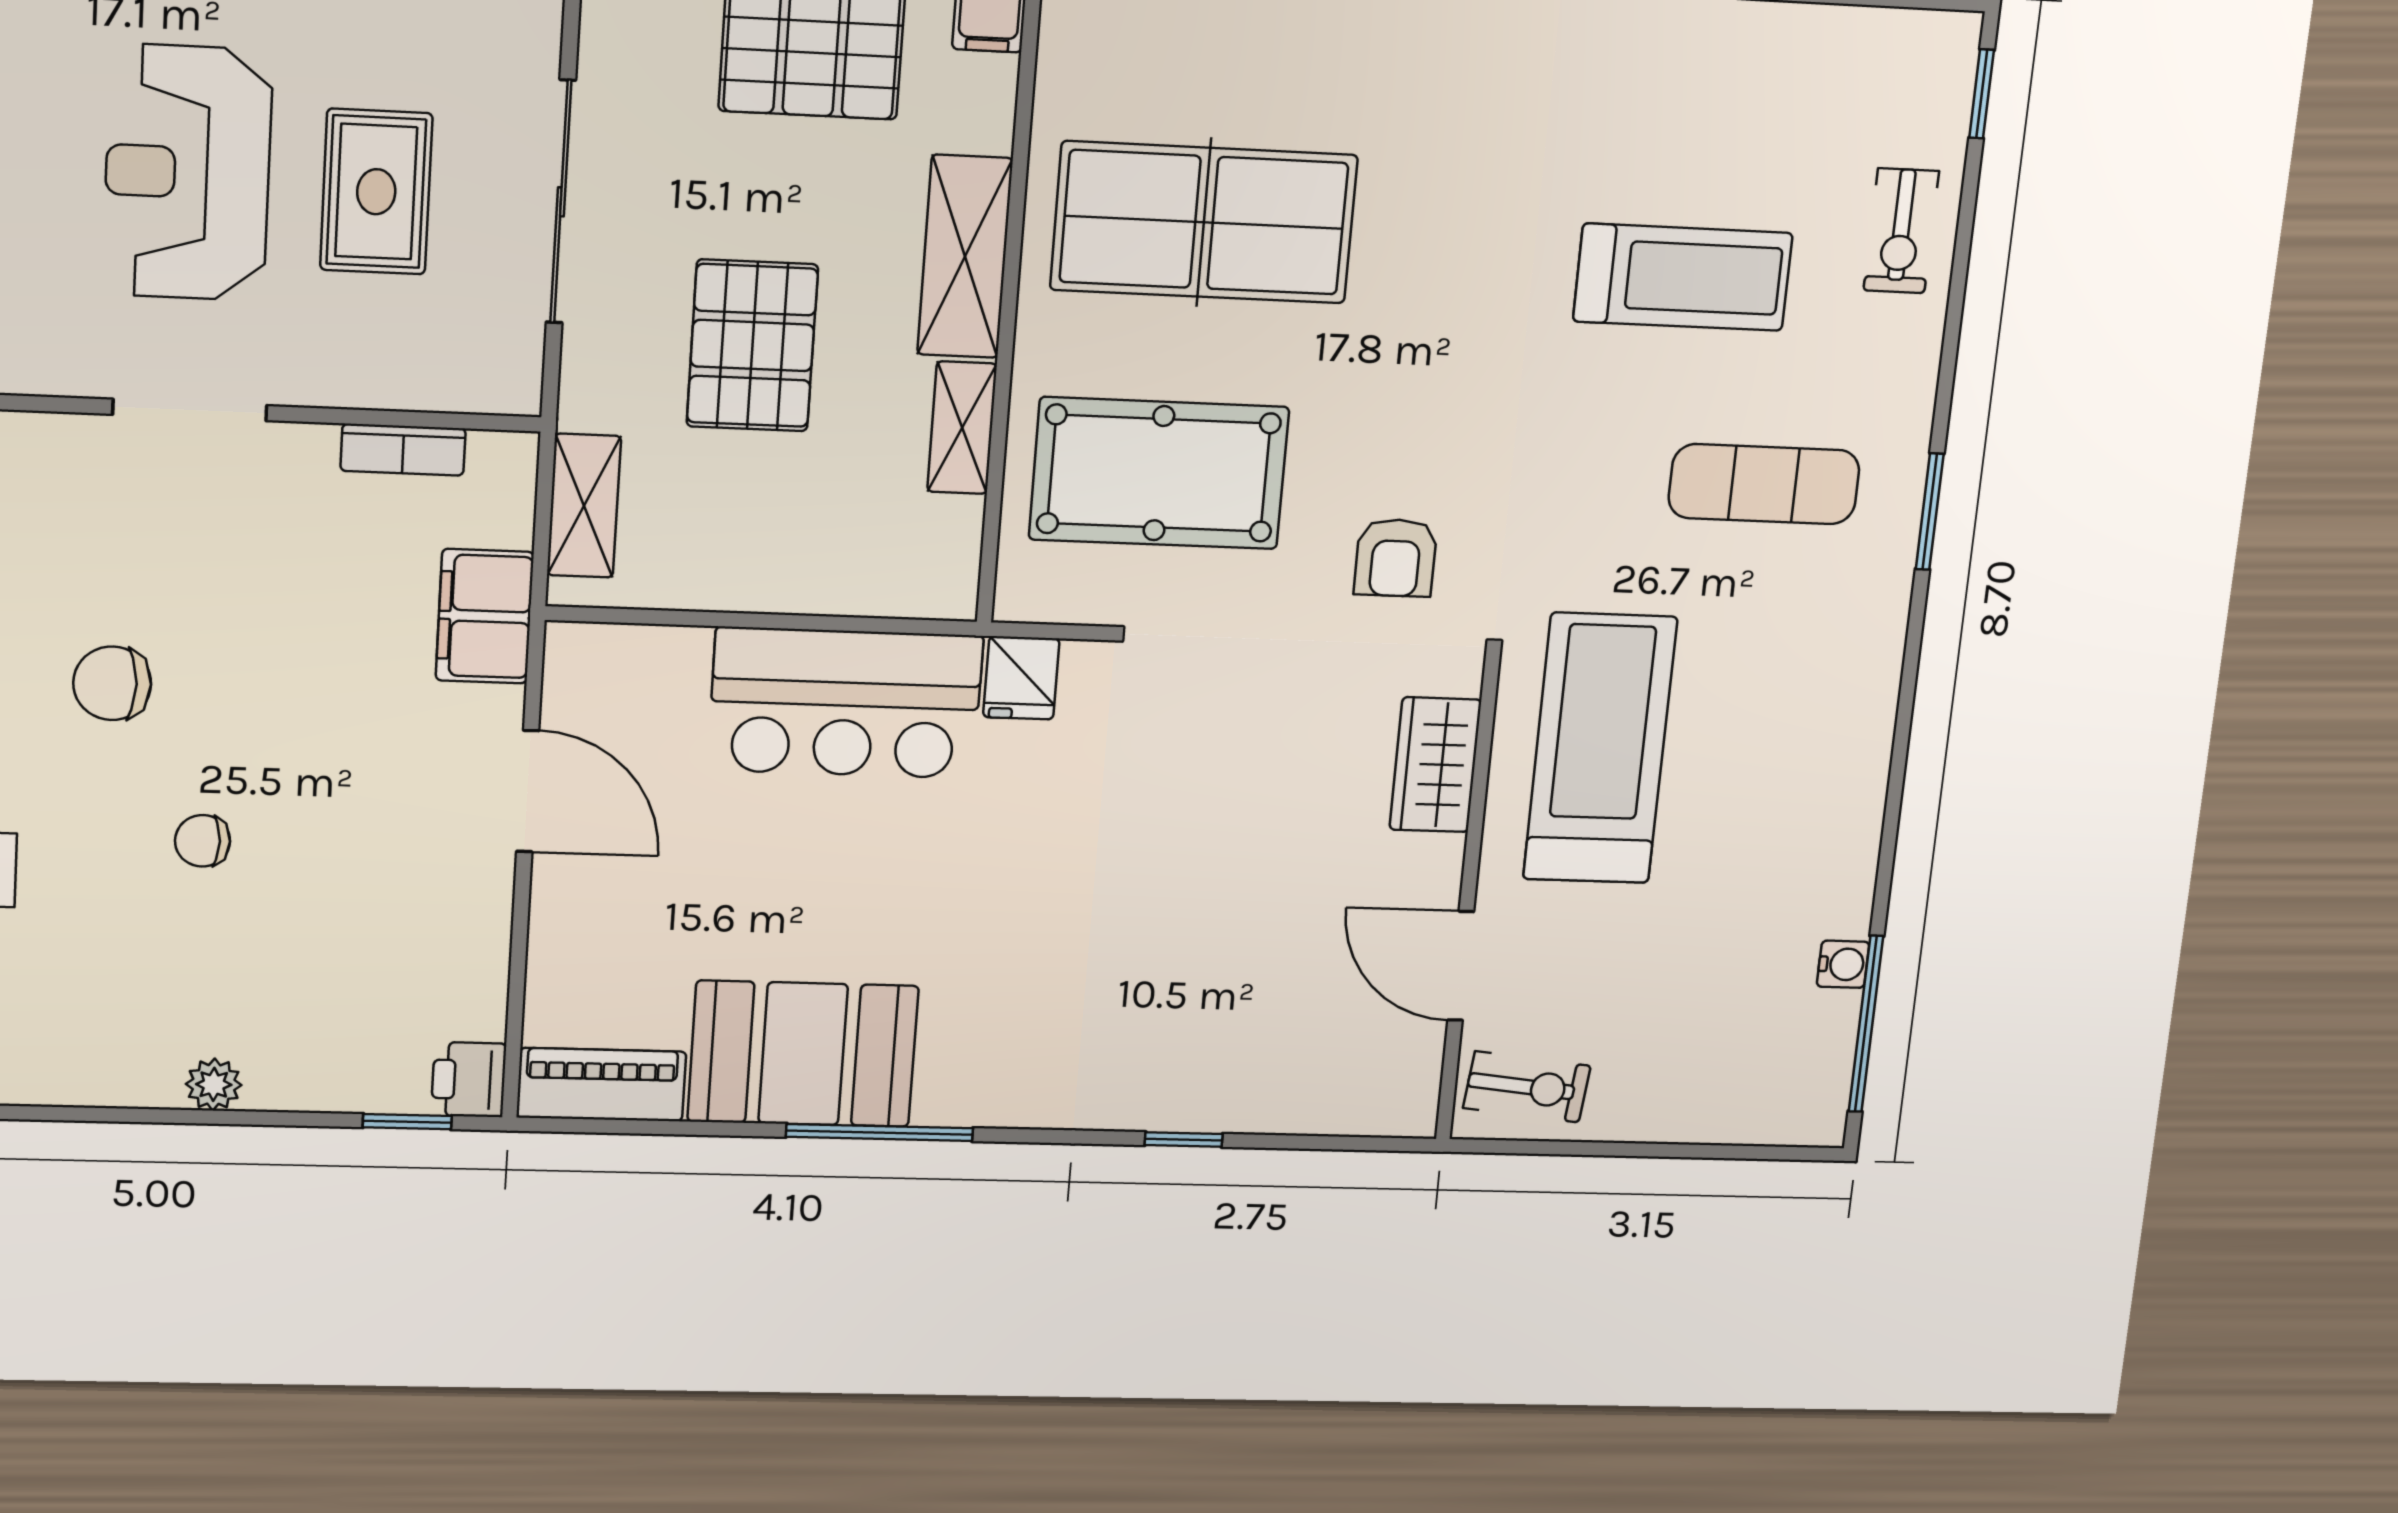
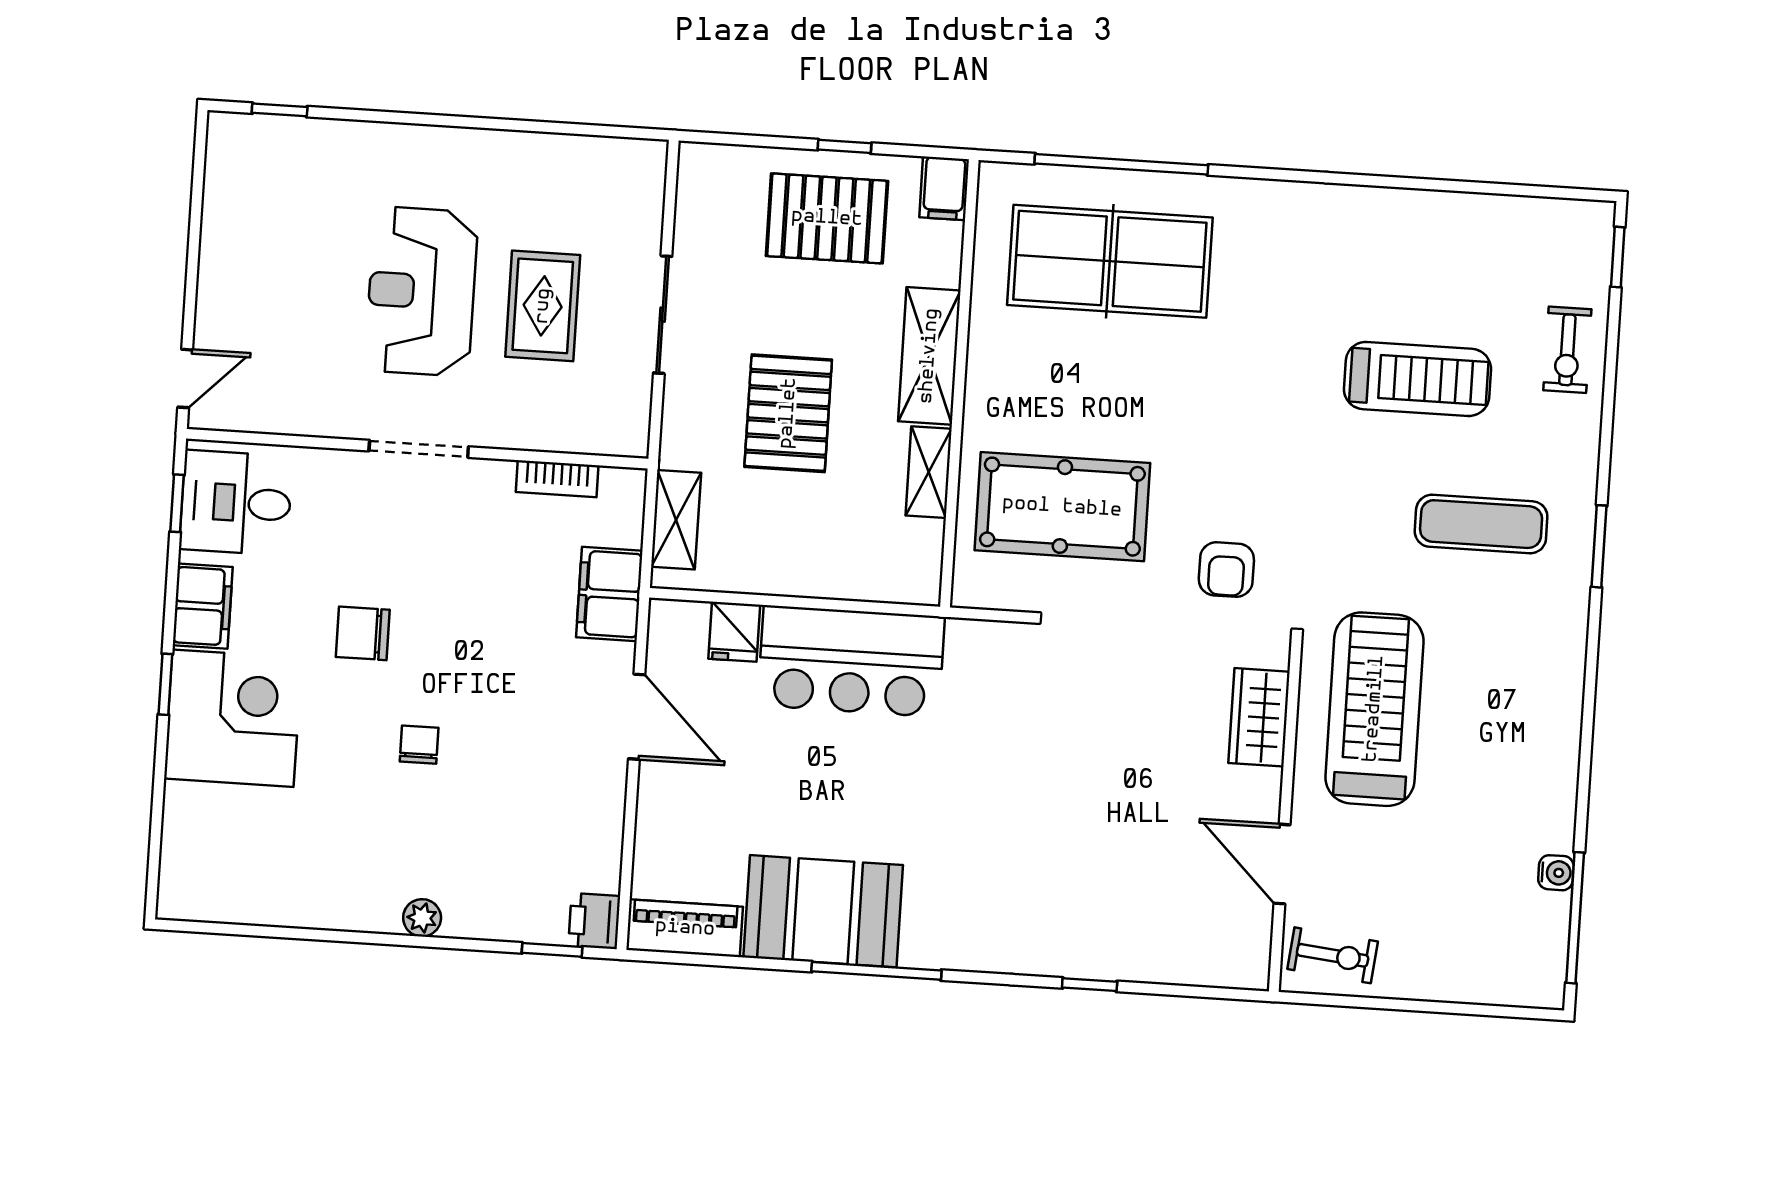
sliding door: (561, 202) -> (663, 315), width x0.73
table tennis table: (1204, 222) -> (1110, 261), moved
fridge: (1021, 678) -> (734, 632), moved
chair: (203, 841) -> (419, 745), turned 90

